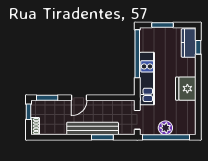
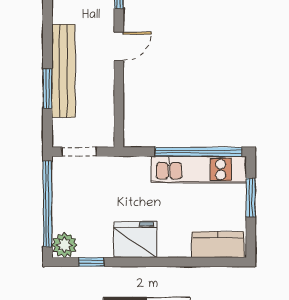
window: (198, 47) -> (91, 262), moved
kitchen unit: (147, 79) -> (199, 170), moved
door: (79, 98) -> (119, 46), swing flipped
plant: (165, 128) -> (64, 245), moved

